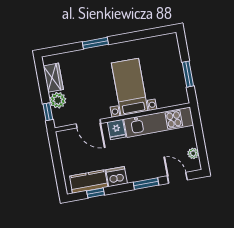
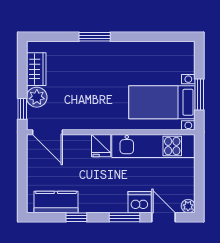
bed with nightstands: (130, 87) -> (162, 102), moved, turned -90
door: (88, 124) -> (47, 132), moved
plant: (193, 153) -> (188, 206), moved
dishwasher: (117, 177) -> (140, 202), moved
window: (96, 193) -> (76, 217), moved

